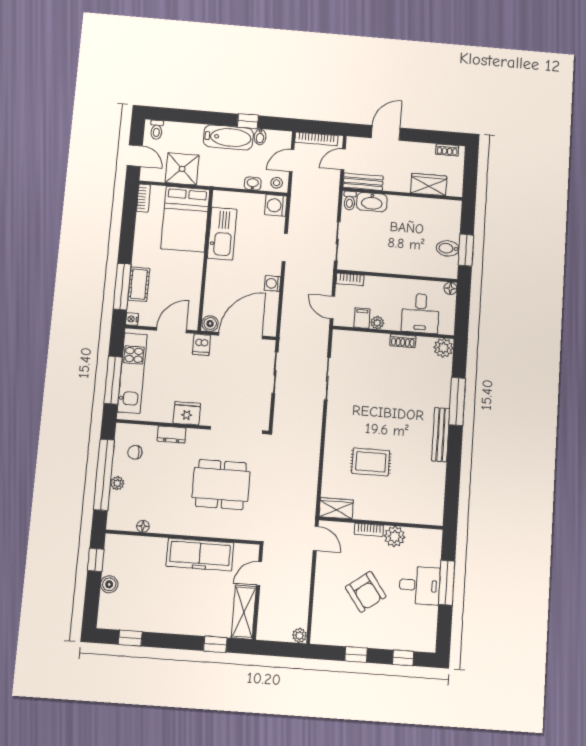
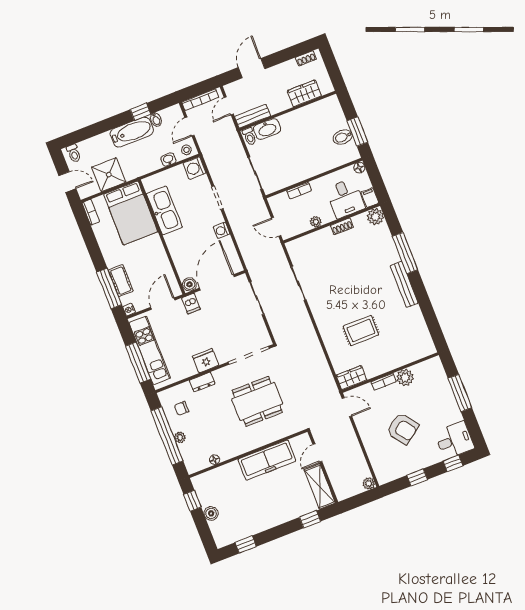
bookcase: (350, 279) -> (299, 190), moved
filing cabinet: (362, 318) -> (370, 198), moved
desk: (420, 585) -> (454, 440), moved

